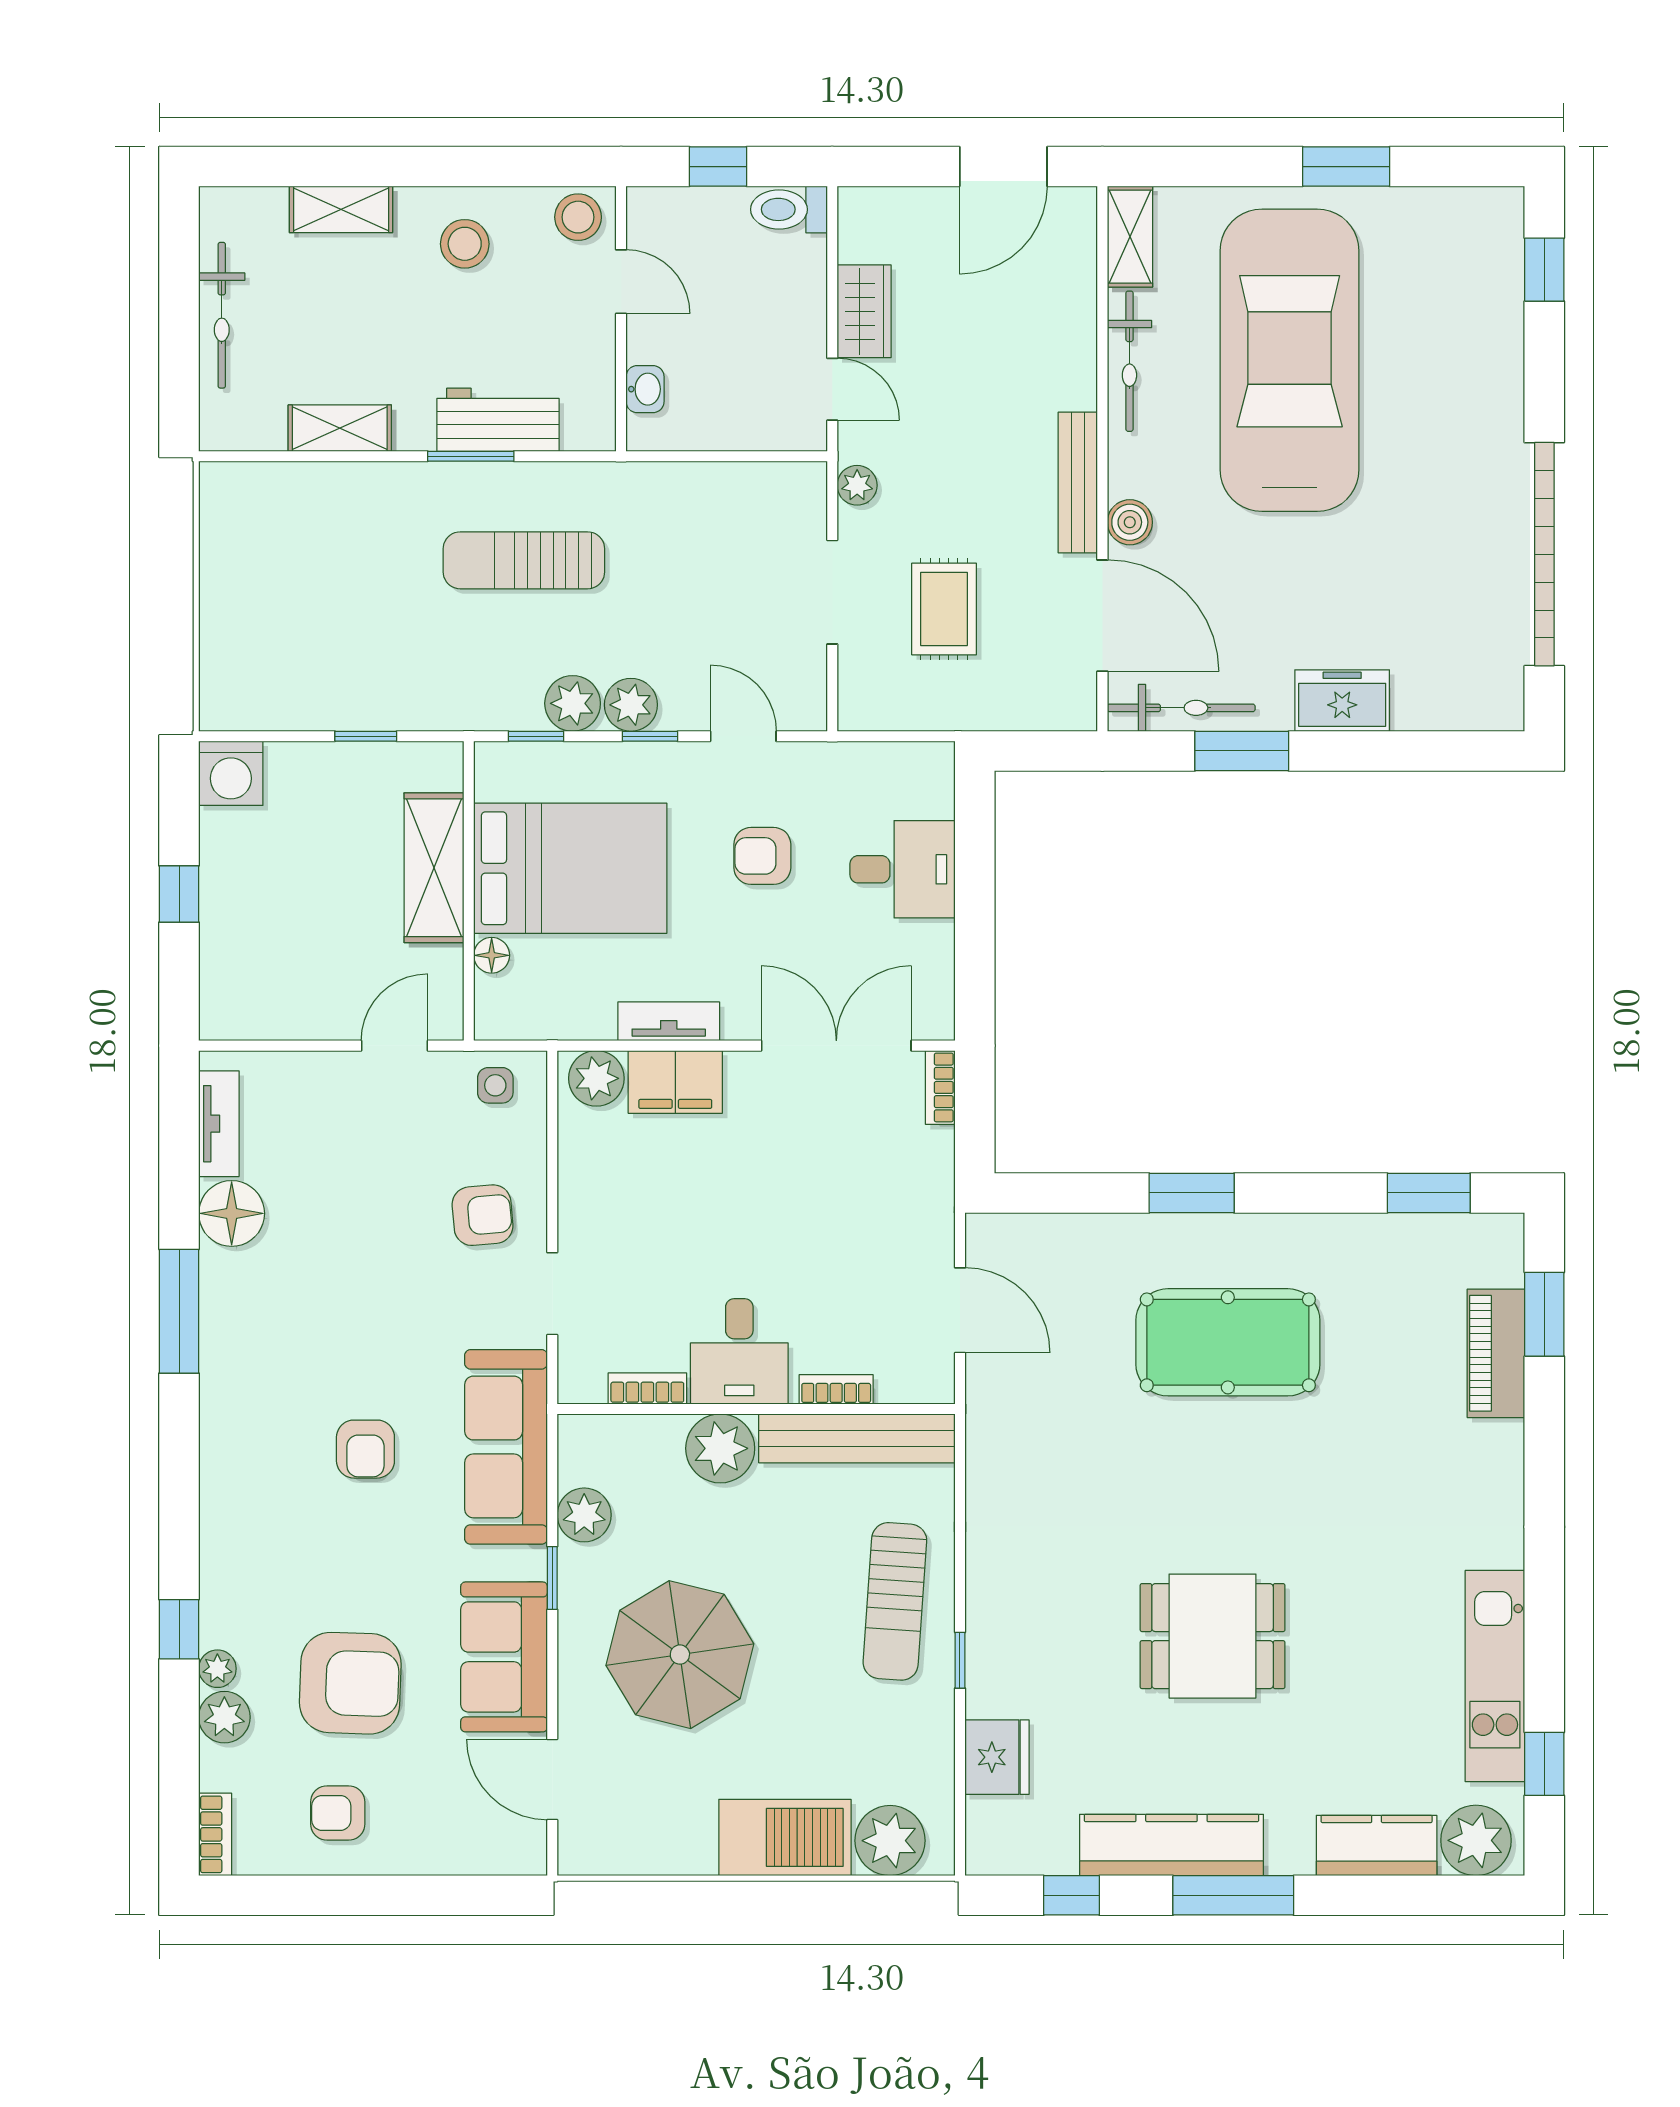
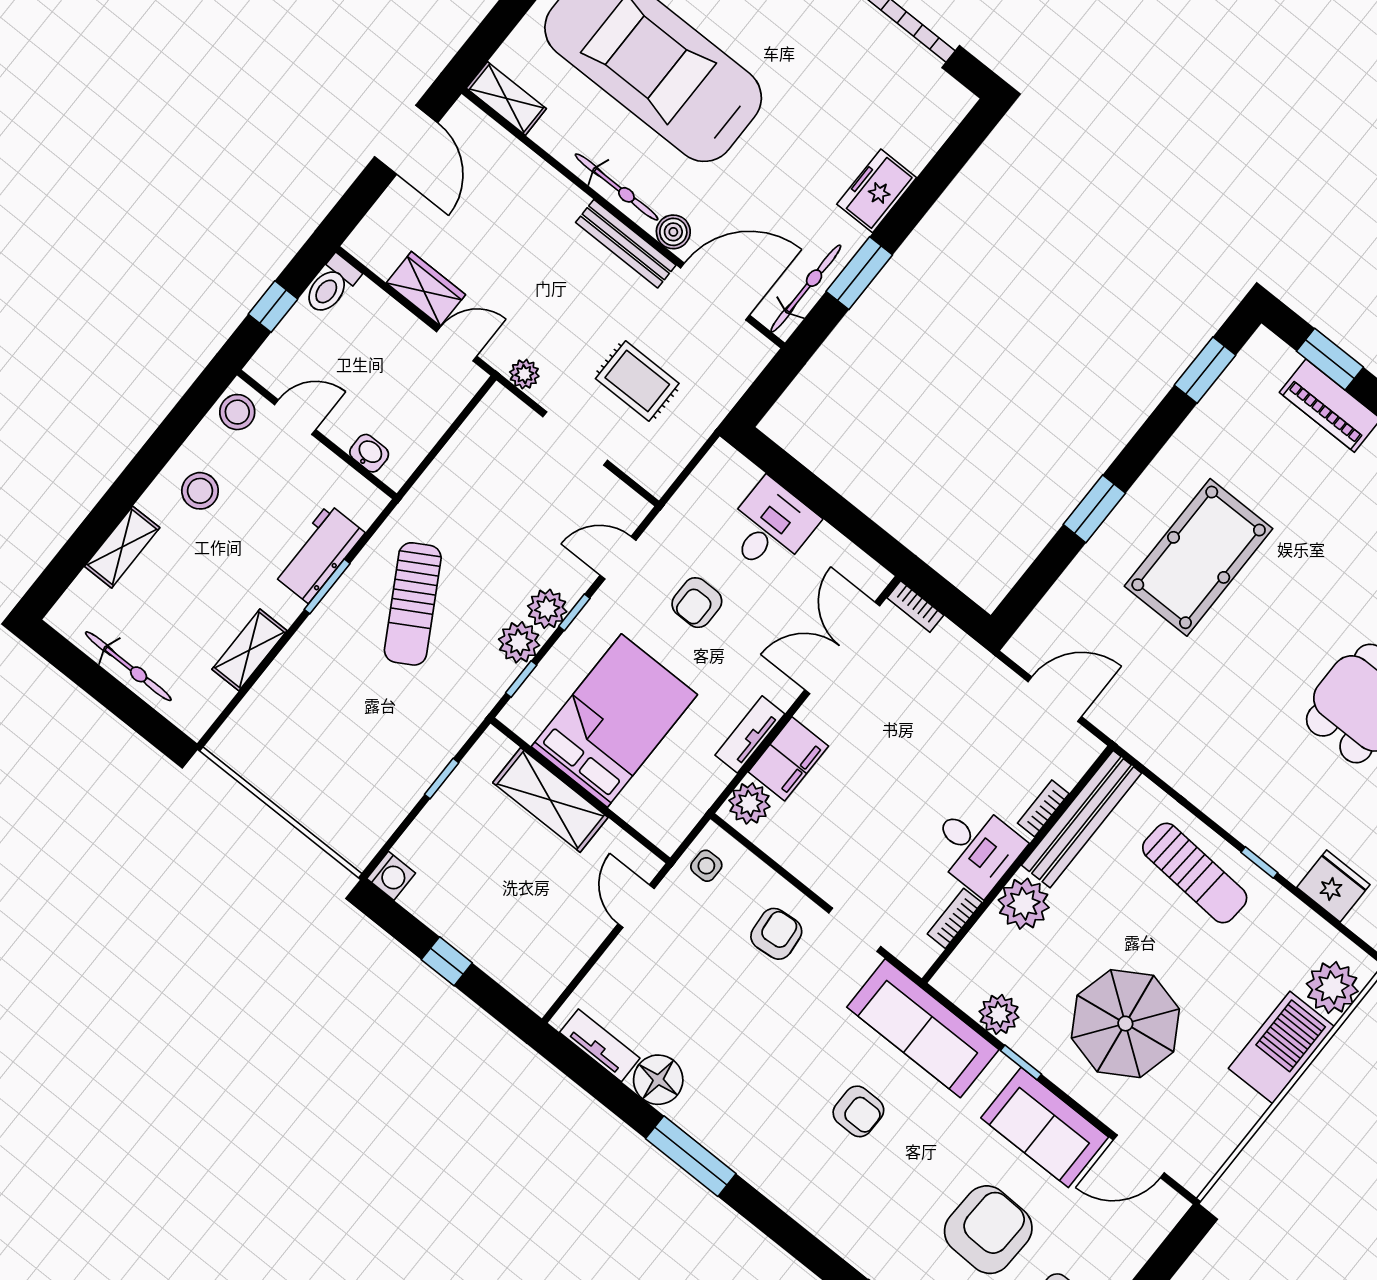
bicycle: (1129, 361) -> (617, 187), moved
sun lounger: (524, 560) -> (413, 604), turned -30
washing machine: (231, 773) -> (391, 876), width x0.73, depth x0.73
floor lamp: (492, 955) -> (629, 807), removed

